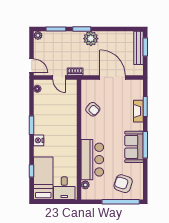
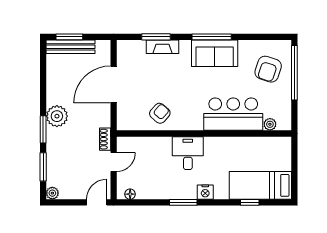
desk: (64, 188) -> (188, 153), moved, turned -90

